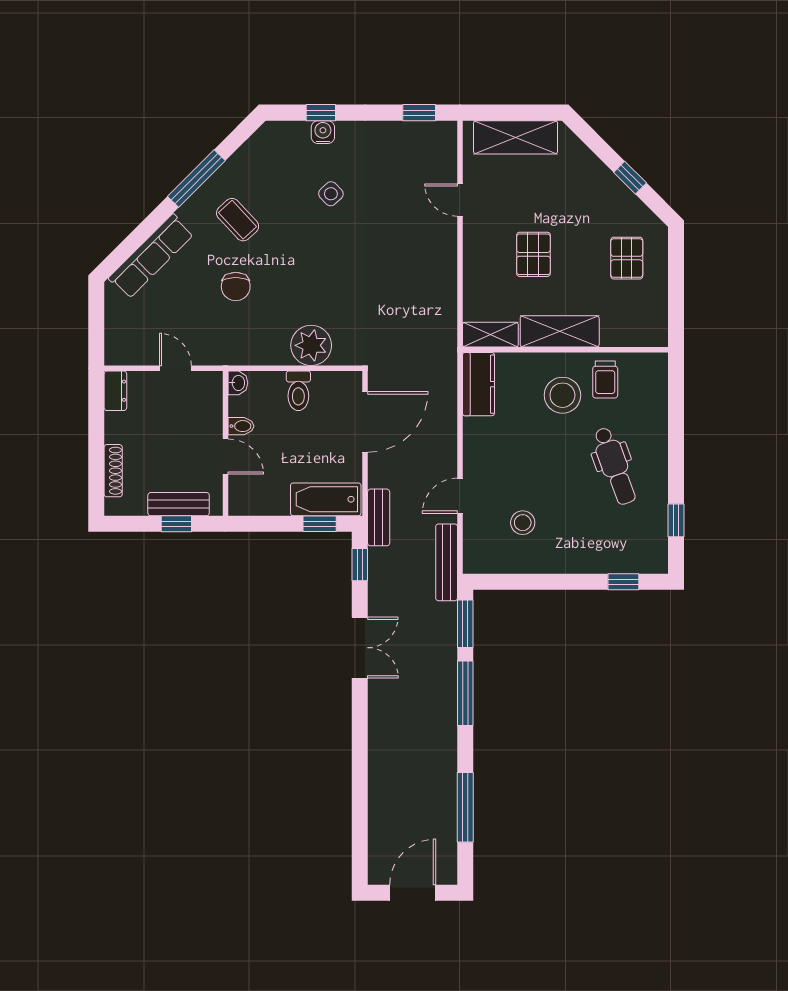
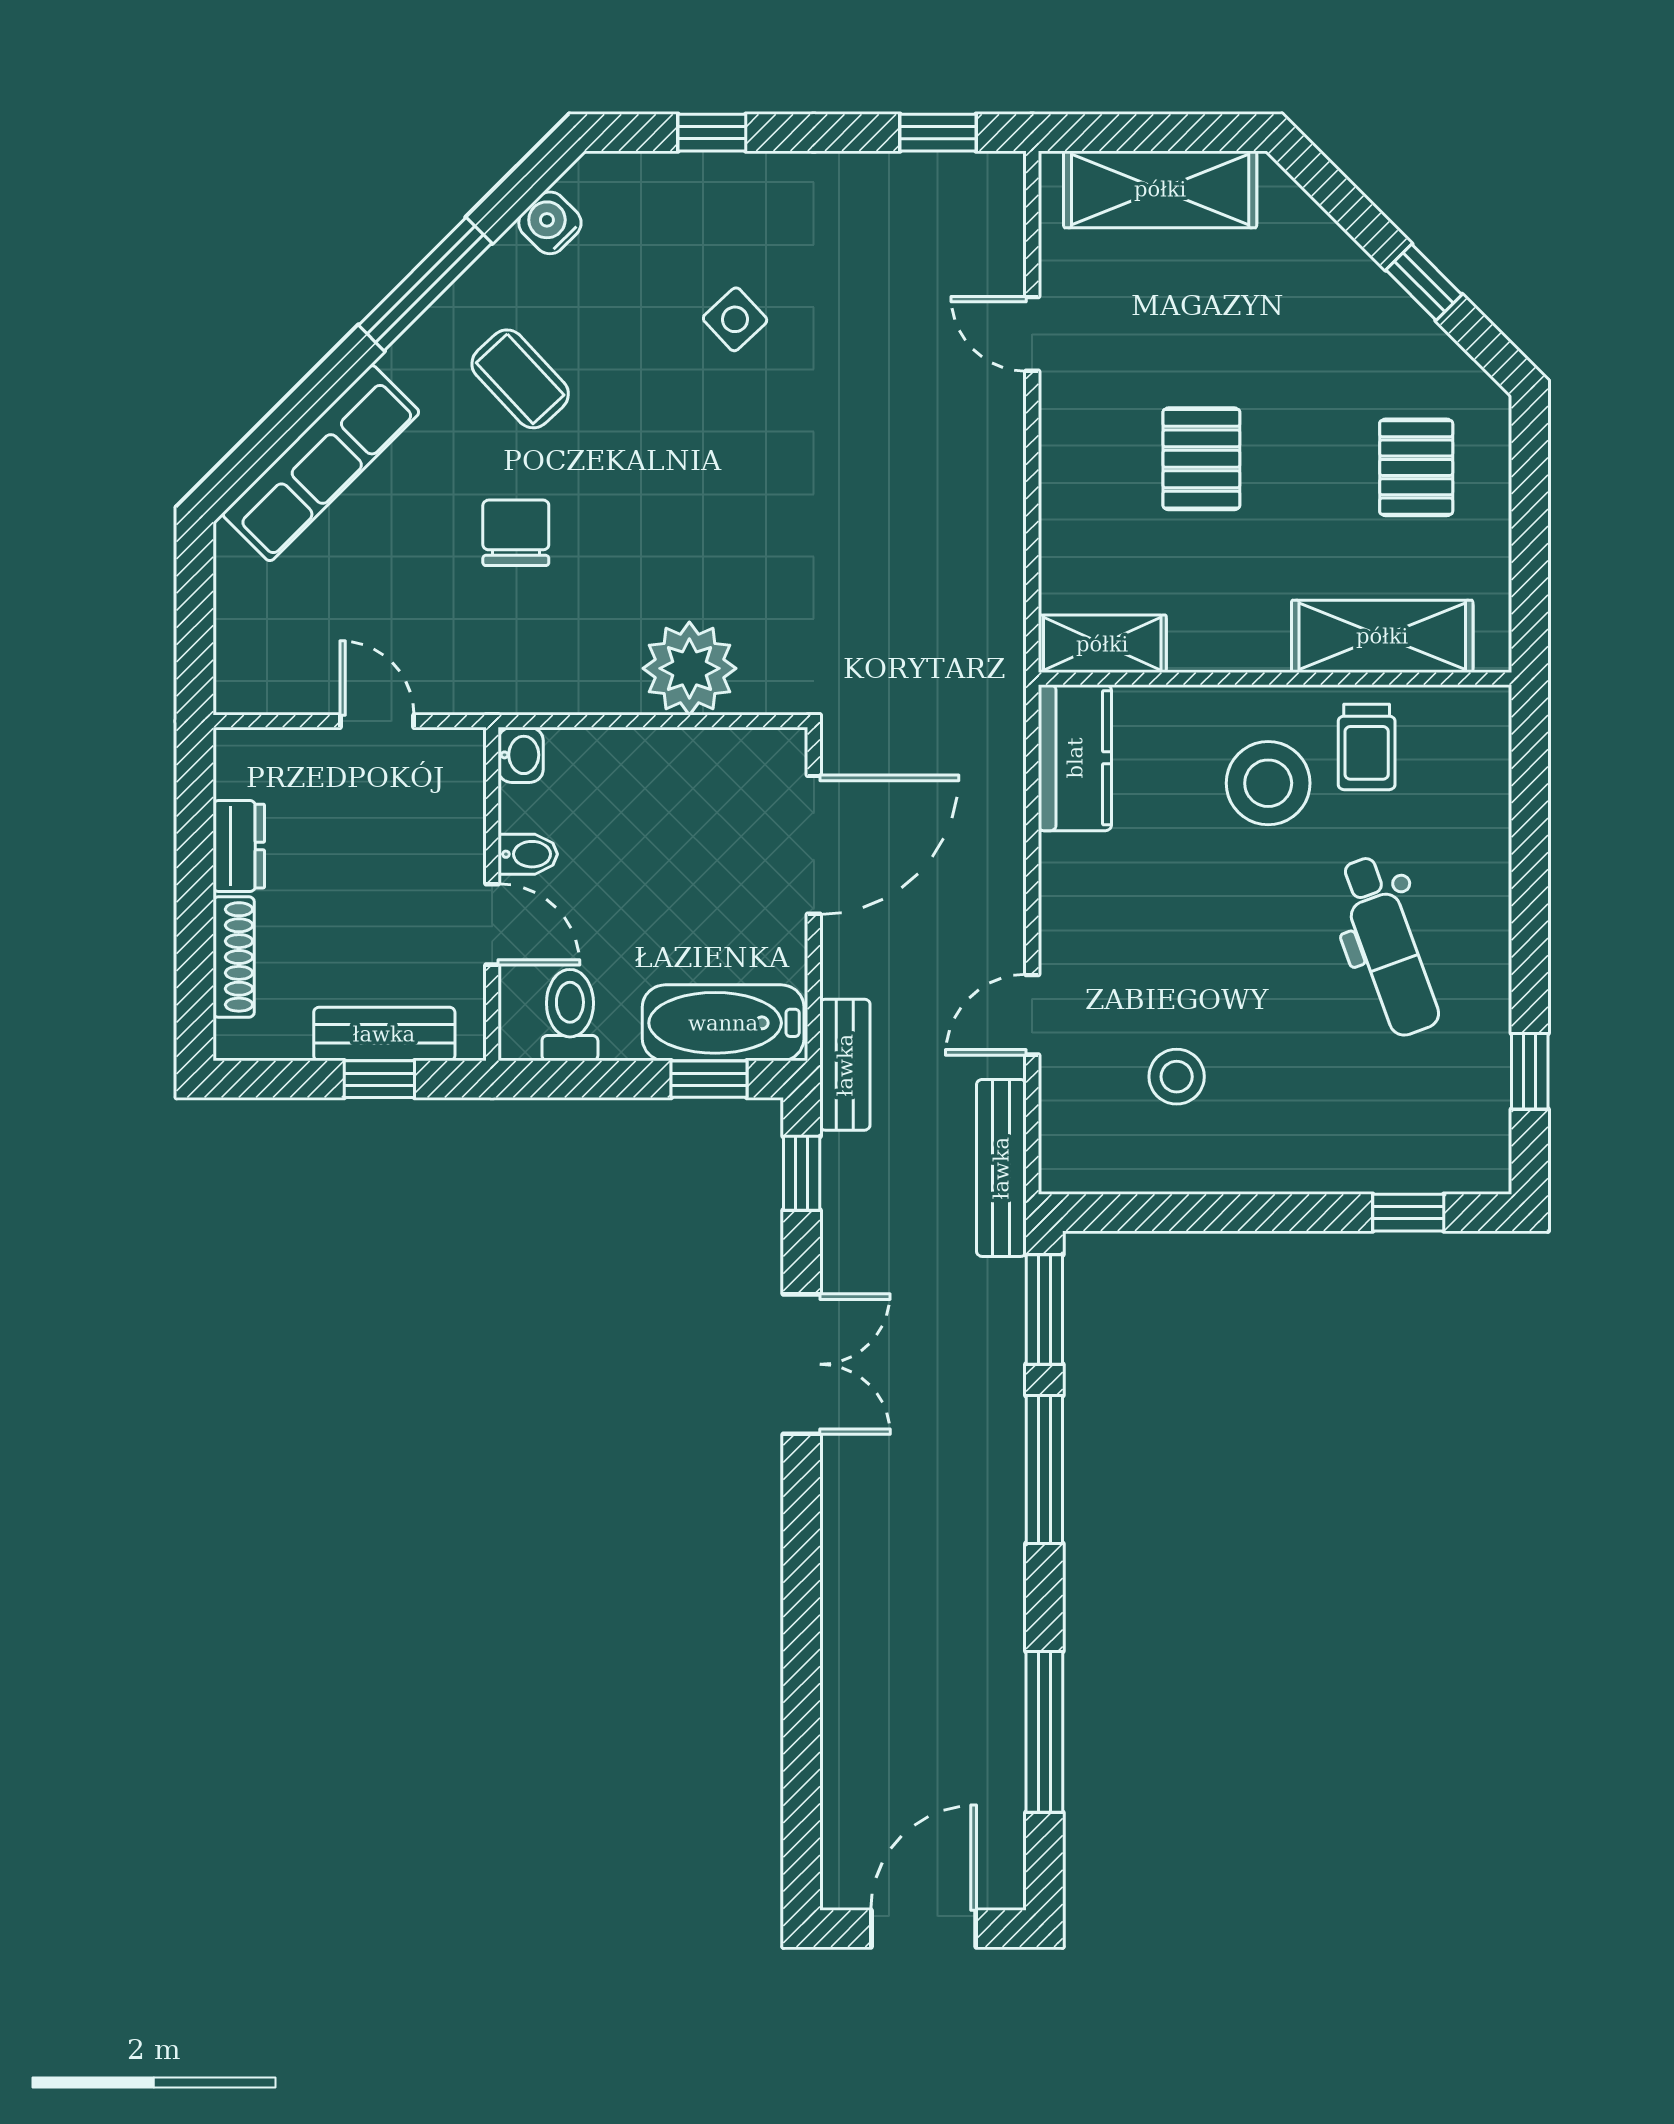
water cooler: (323, 132) -> (550, 223), moved, turned -45
chair: (236, 286) -> (516, 533), turned 180
shelving: (560, 331) -> (1382, 636), moved
dresser: (115, 391) -> (239, 846), moved
toilet: (298, 391) -> (570, 1015), moved, turned 180

